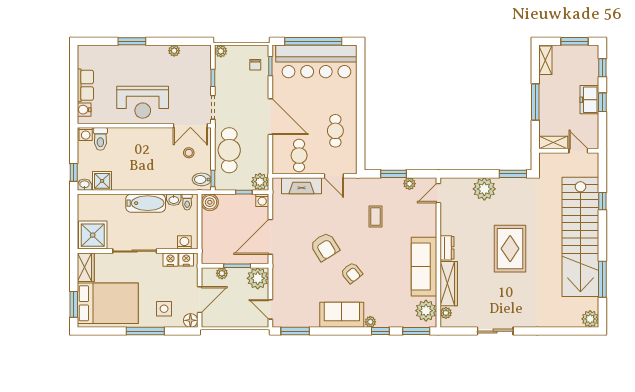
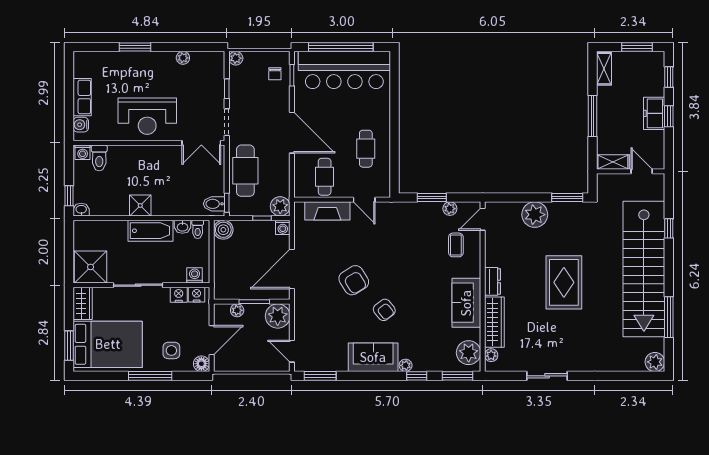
stool: (189, 153) -> (200, 174), removed
shower: (102, 181) -> (140, 205), moved
coffee table: (376, 216) -> (456, 245), moved
sofa: (424, 267) -> (466, 303), width x0.73

